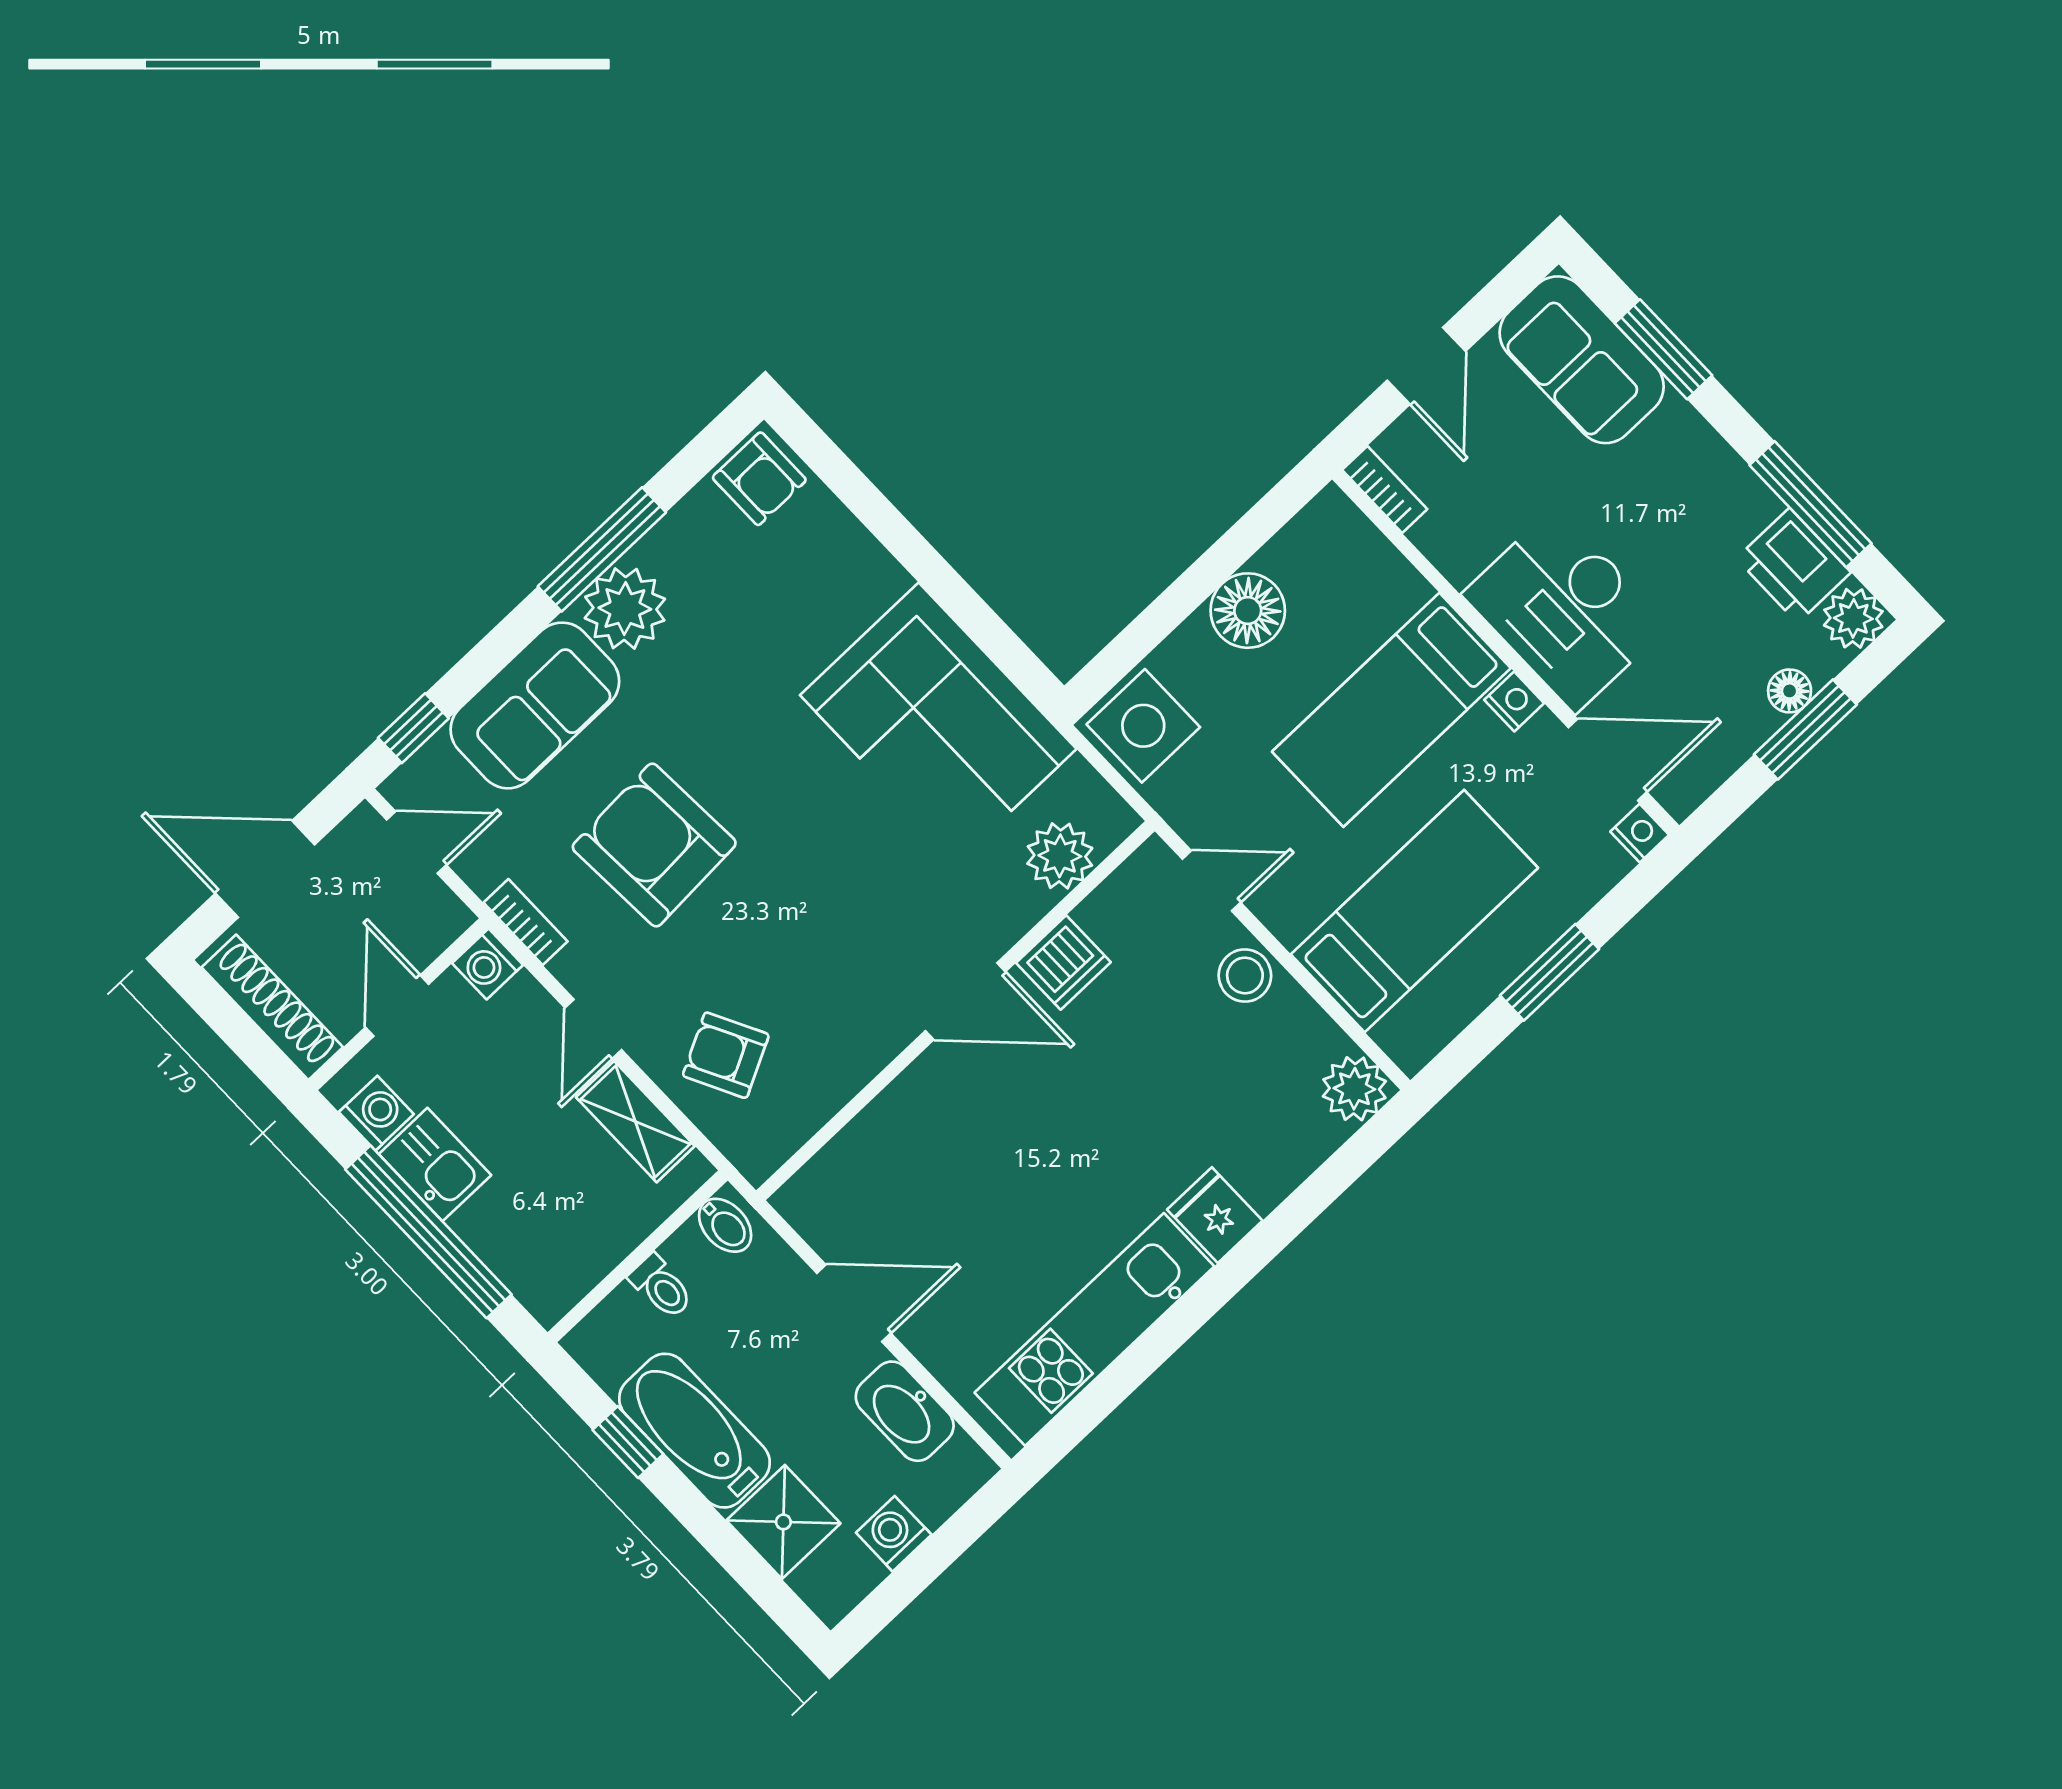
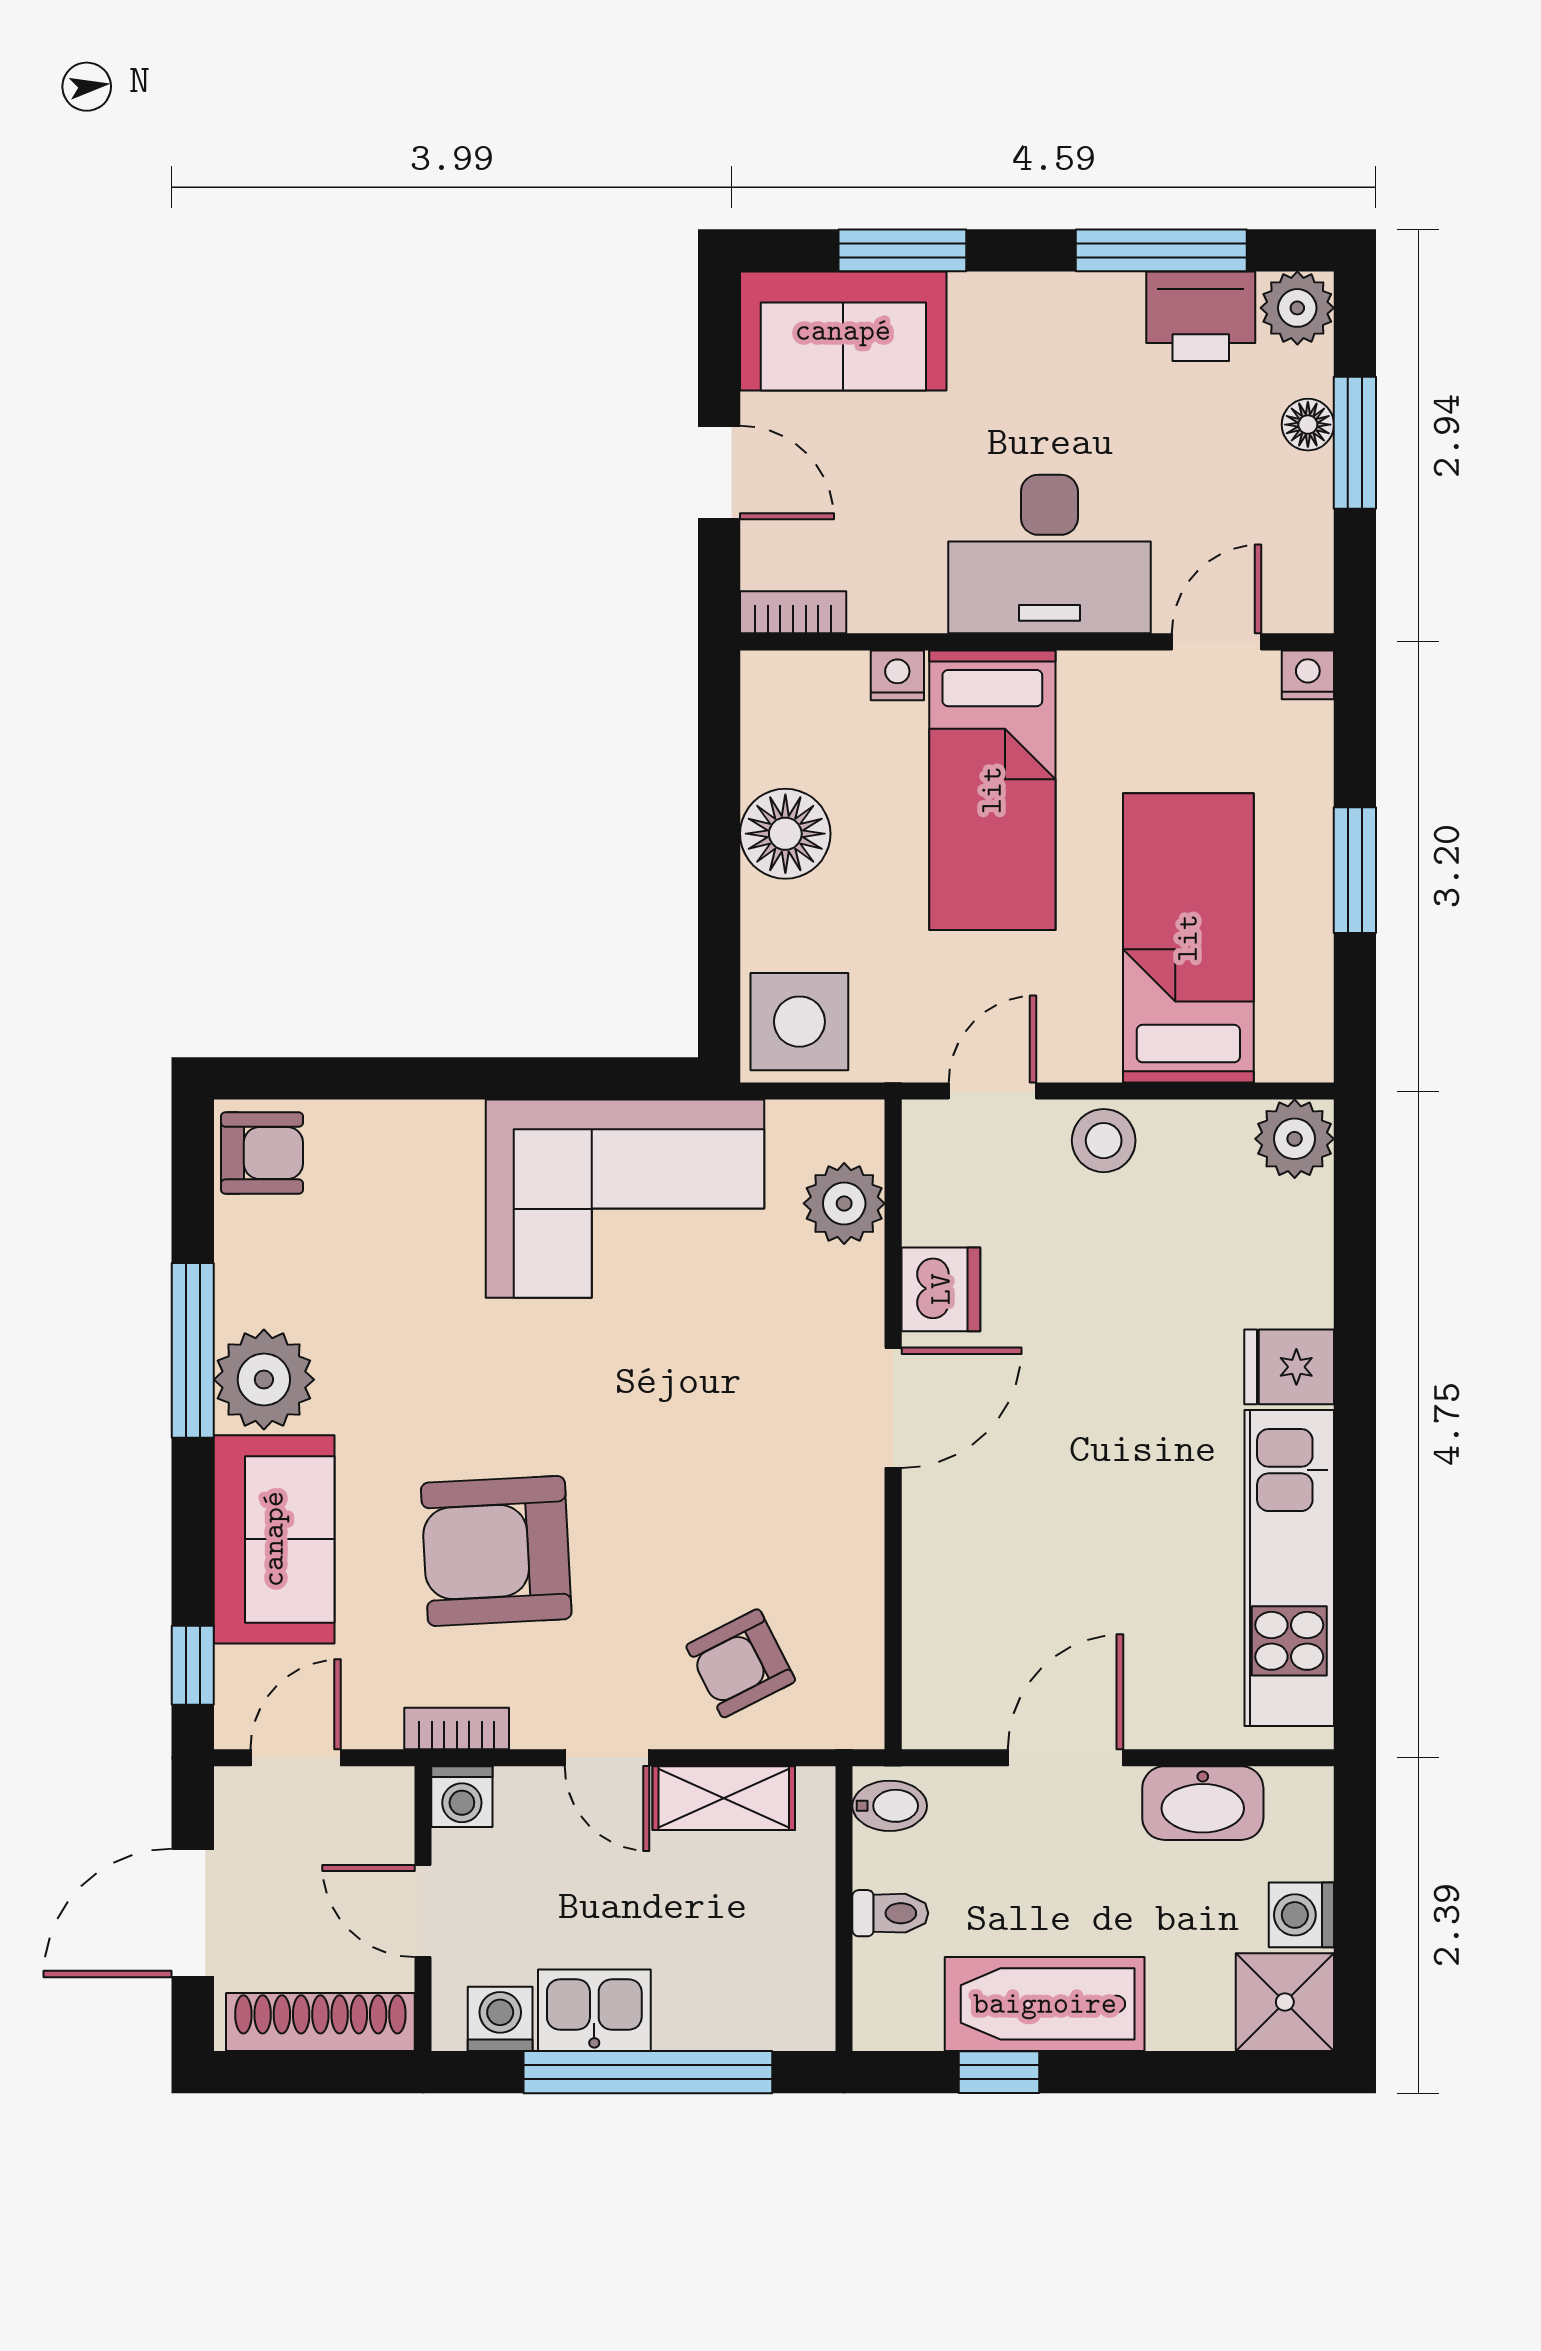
nightstand: (1514, 702) -> (897, 675), moved
door: (1608, 760) -> (1217, 642), width x0.73
shower: (783, 1522) -> (1285, 2002), moved

